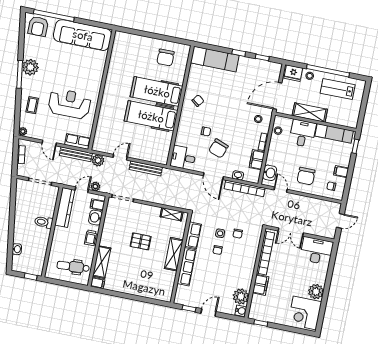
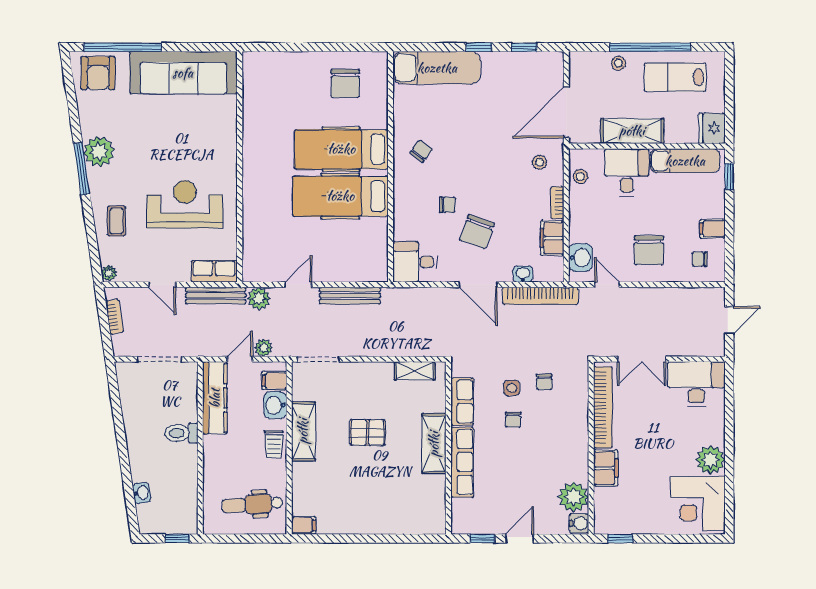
fridge: (293, 73) -> (712, 128), moved, turned 90
shelving: (102, 262) -> (303, 431), moved

